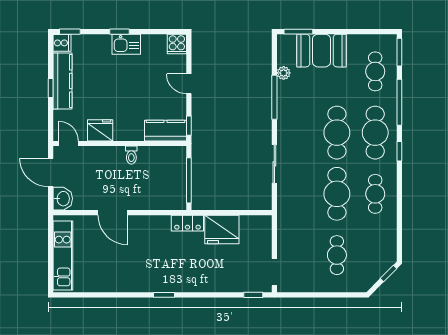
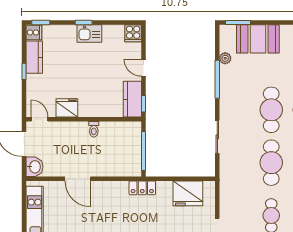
kitchen counter: (62, 81) -> (34, 57), width x0.67
kitchen counter: (165, 131) -> (132, 99), moved, turned -90
fridge: (222, 229) -> (188, 193), moved

